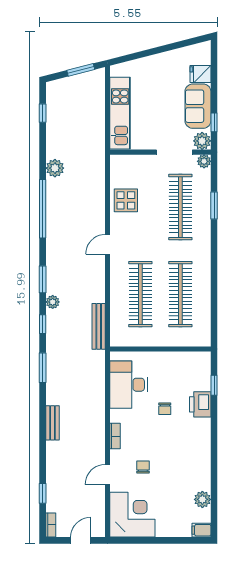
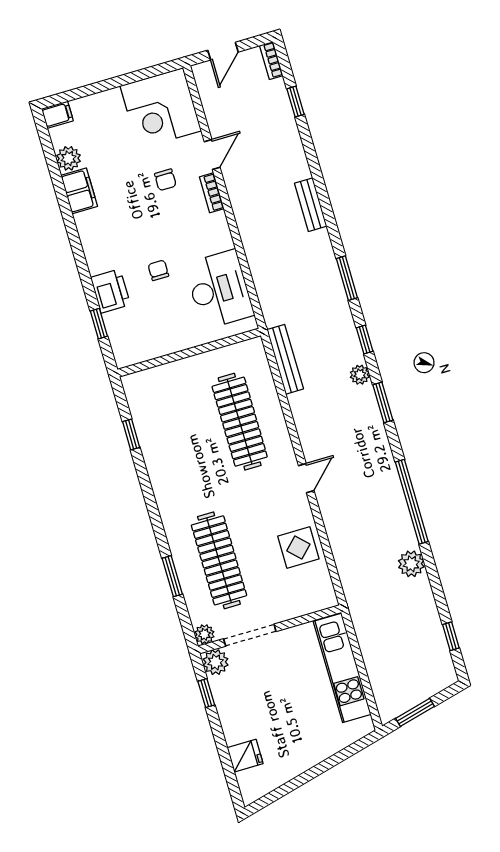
sofa: (198, 106) -> (235, 709), removed
clothes rail: (180, 294) -> (183, 438), removed
window: (214, 306) -> (131, 434), added
bookcase: (115, 436) -> (212, 193), moved
filing cabinet: (202, 476) -> (79, 191), added

